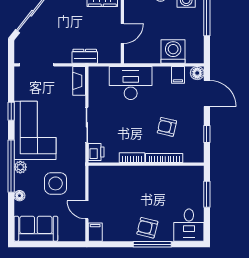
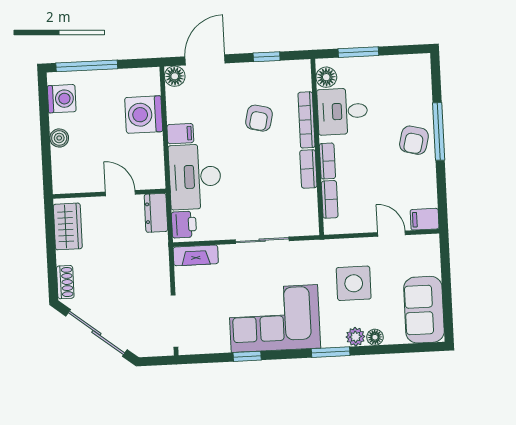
dresser: (85, 56) -> (156, 213), moved
filing cabinet: (178, 75) -> (180, 134), moved
printer: (96, 152) -> (184, 225), moved, turned 90
window: (11, 166) -> (331, 352), width x0.47
plant: (20, 167) -> (355, 337), moved
bookcase: (137, 170) -> (327, 161), added
bookcase: (111, 171) -> (330, 199), added
floor lamp: (192, 172) -> (326, 77), added
door: (87, 210) -> (391, 234), swing flipped
desk: (189, 225) -> (342, 111), moved, turned 180

